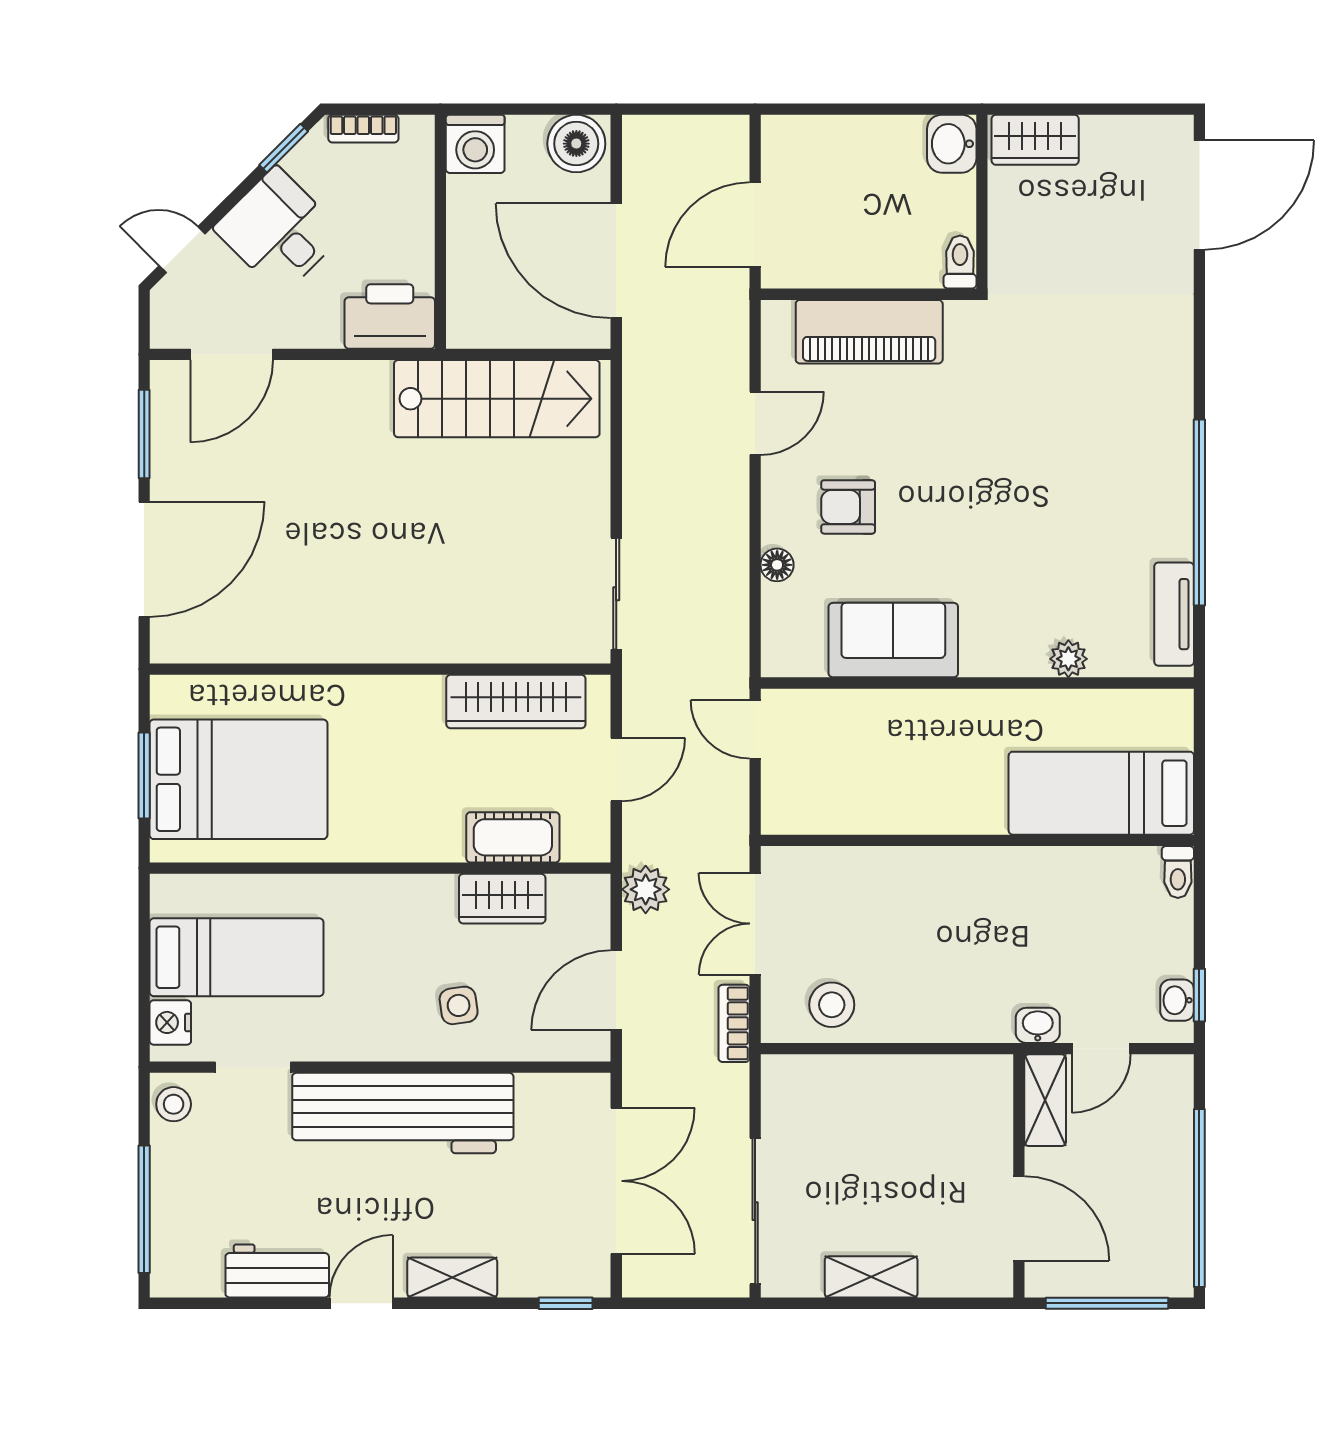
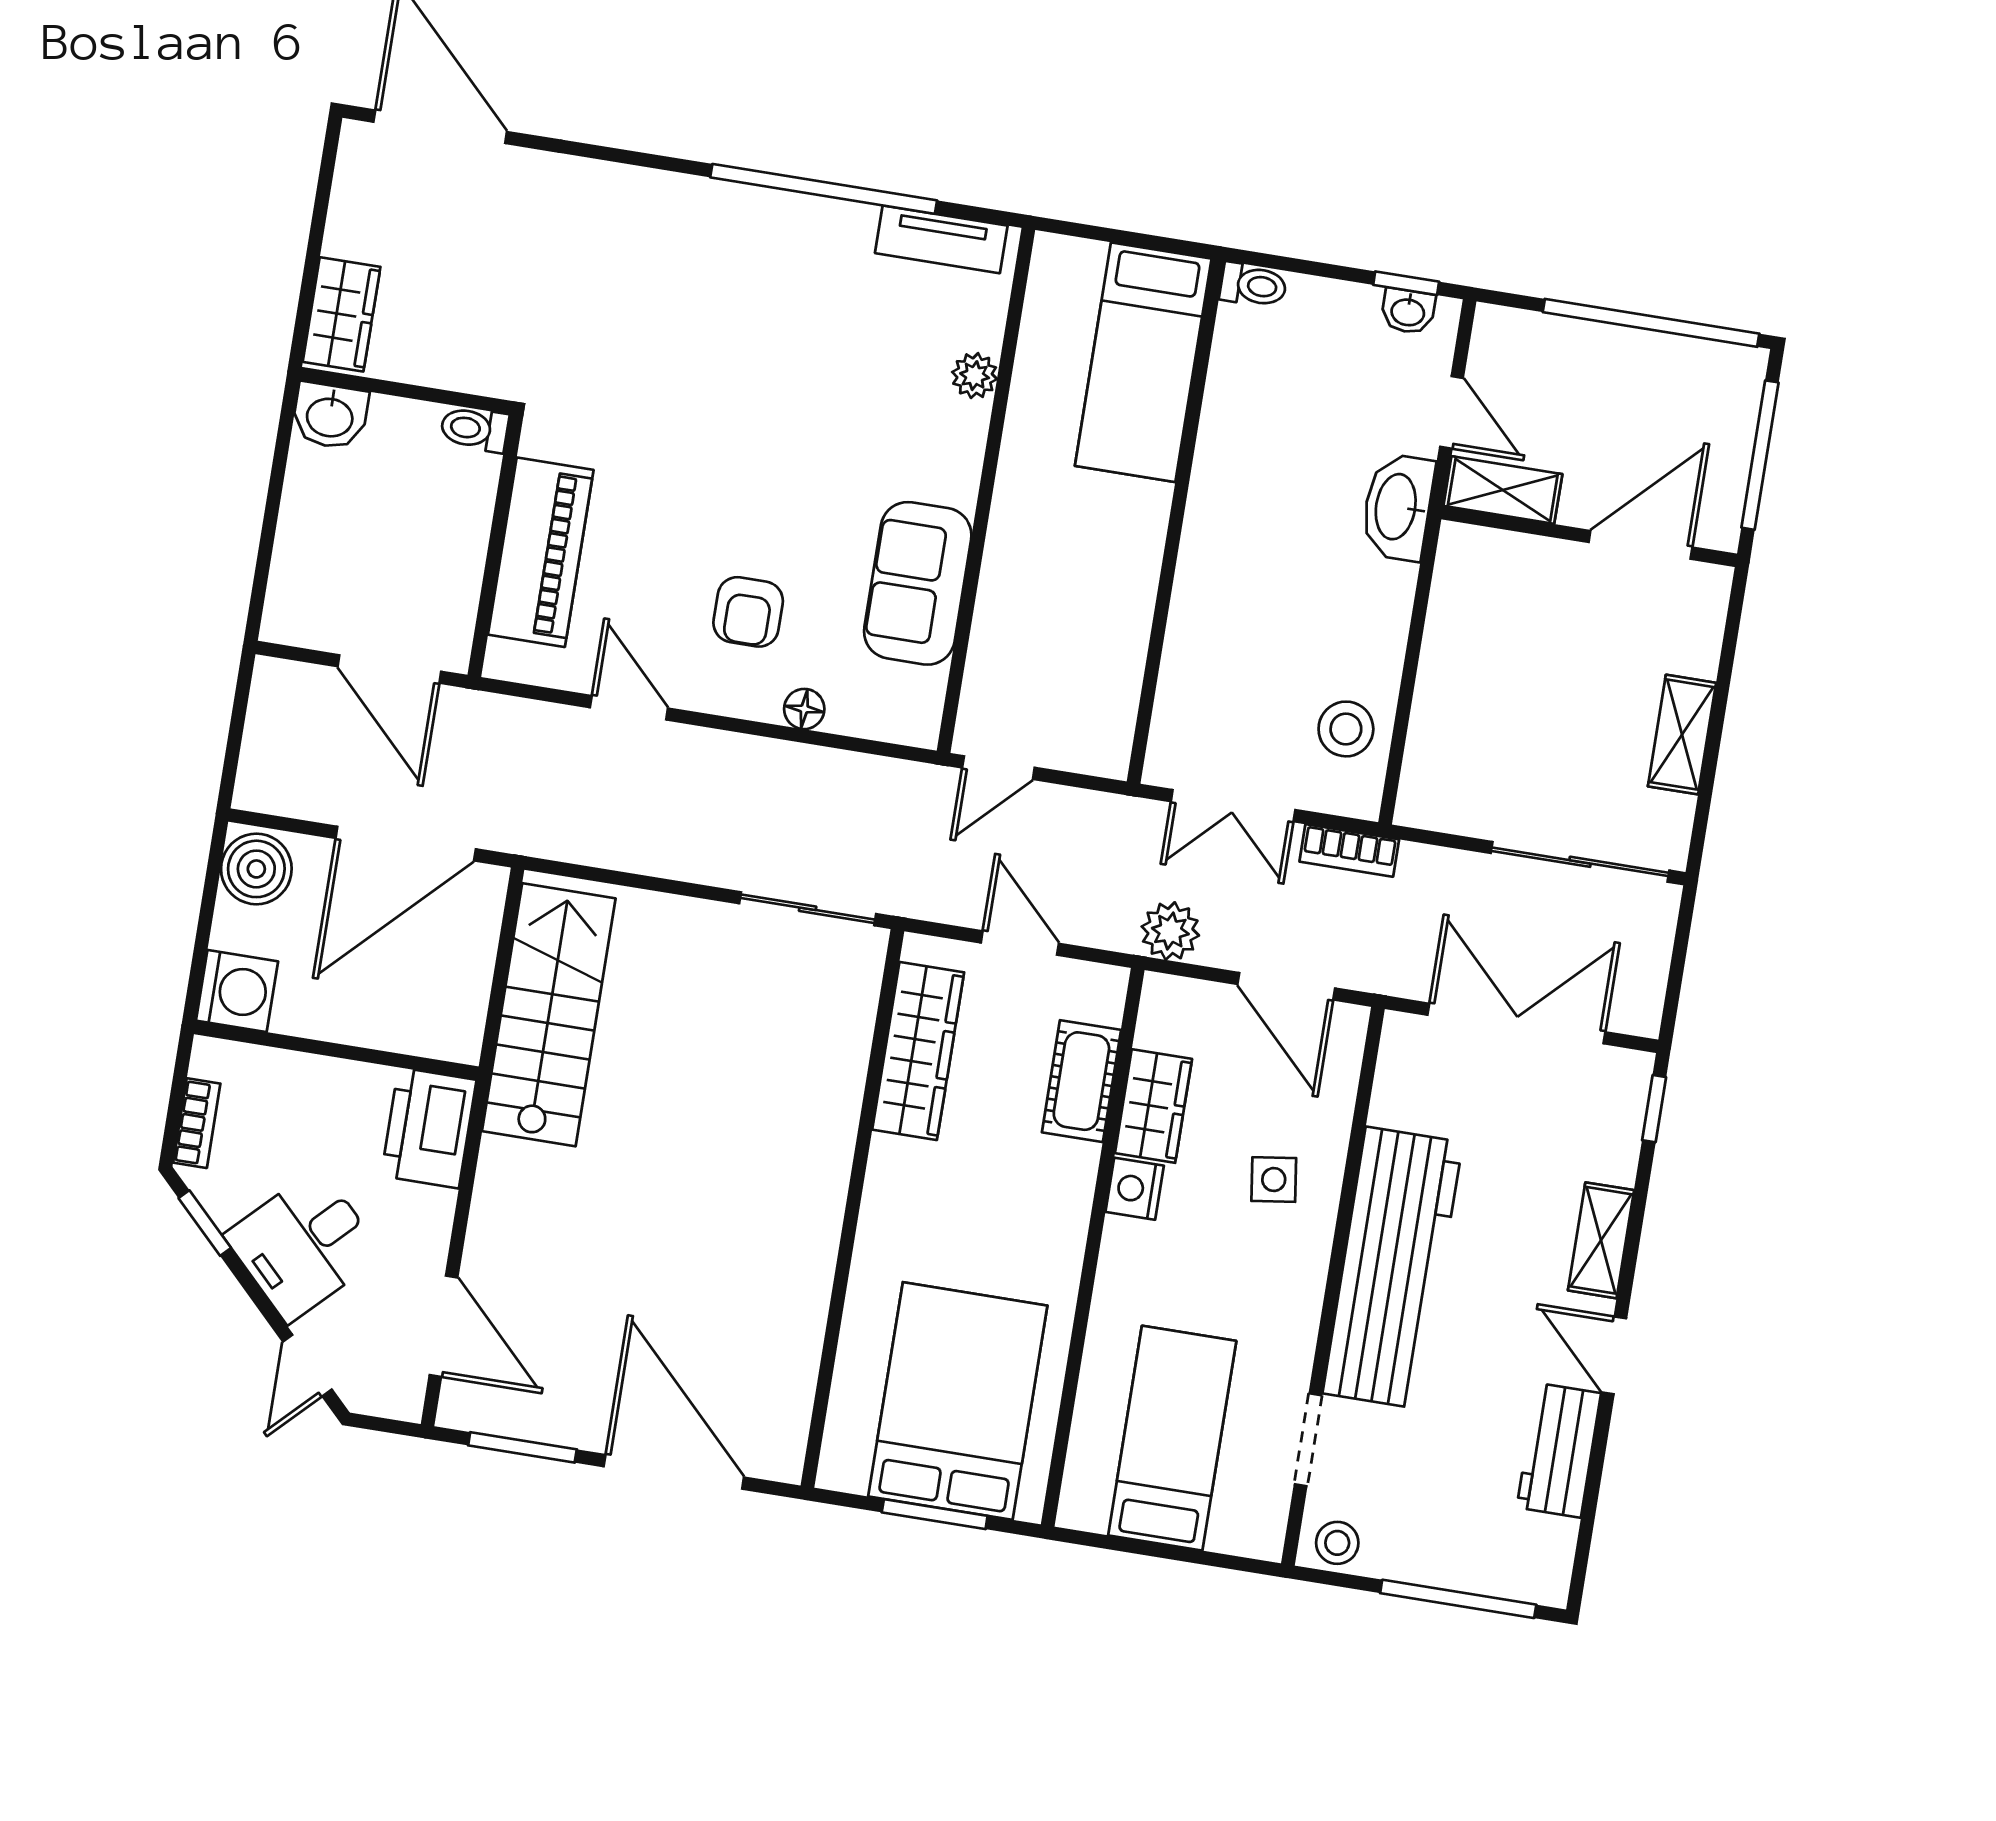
nightstand: (170, 1022) -> (1135, 1189), moved, turned 90
washbasin: (1038, 1025) -> (1398, 507), width x1.91, depth x1.45

